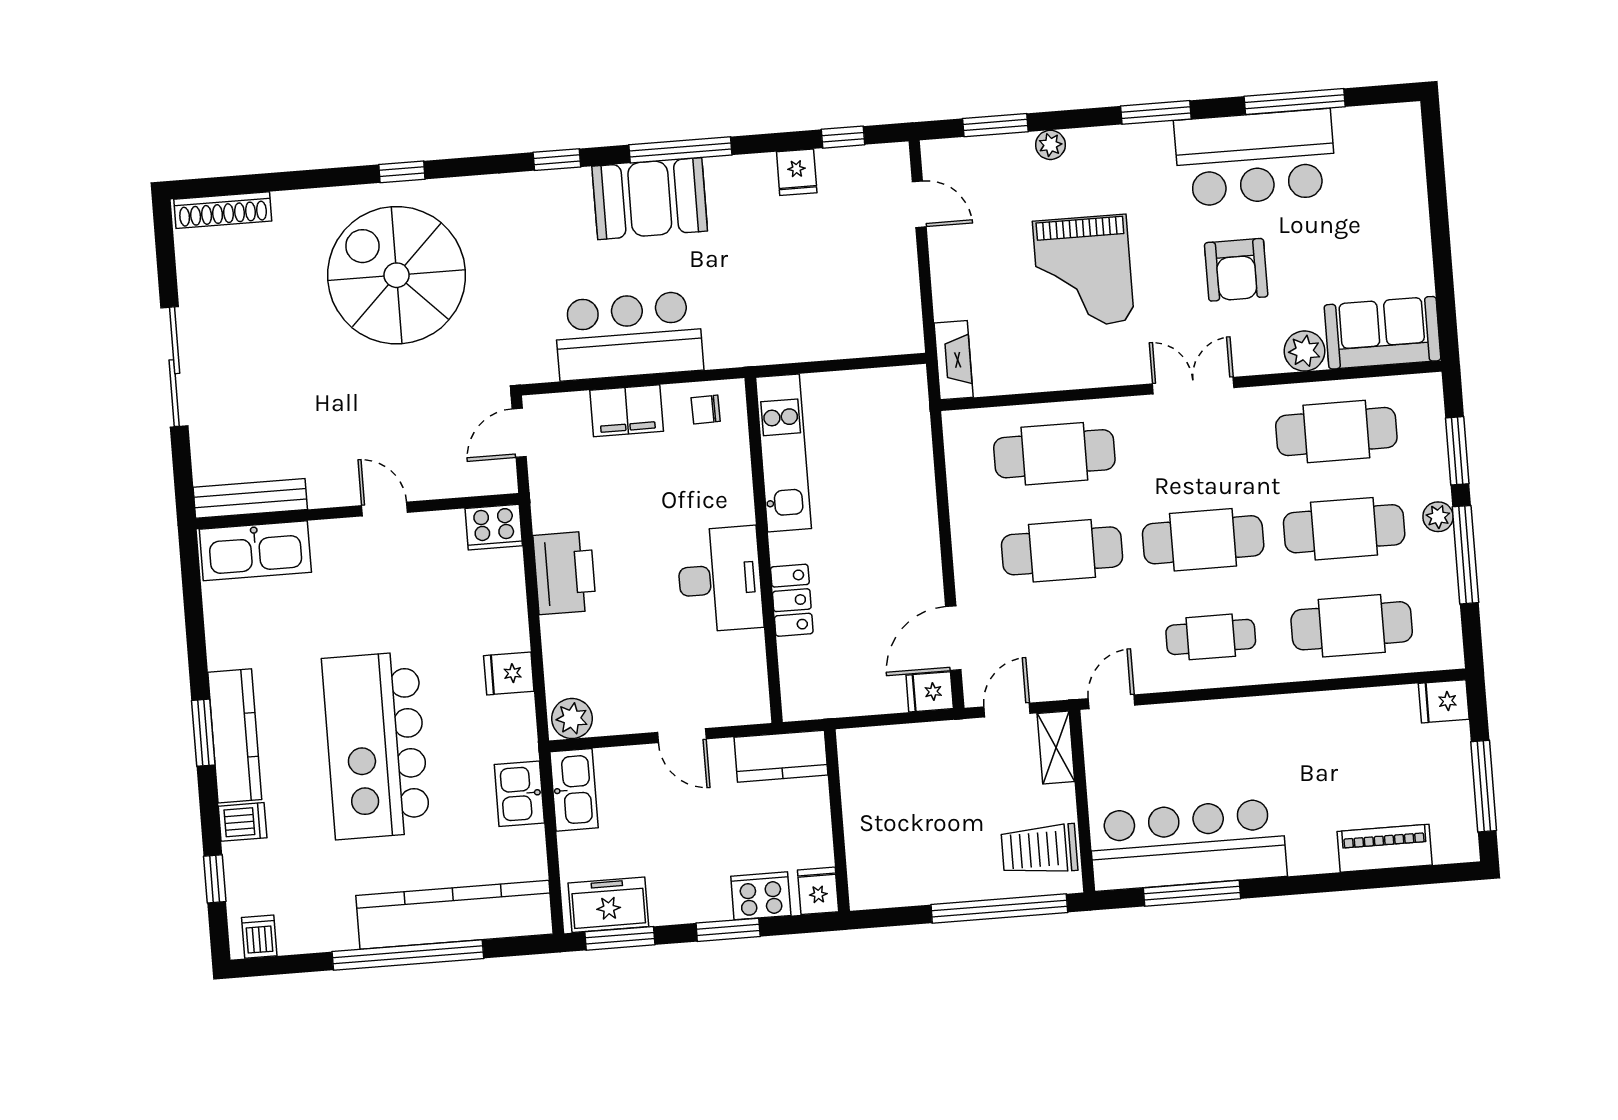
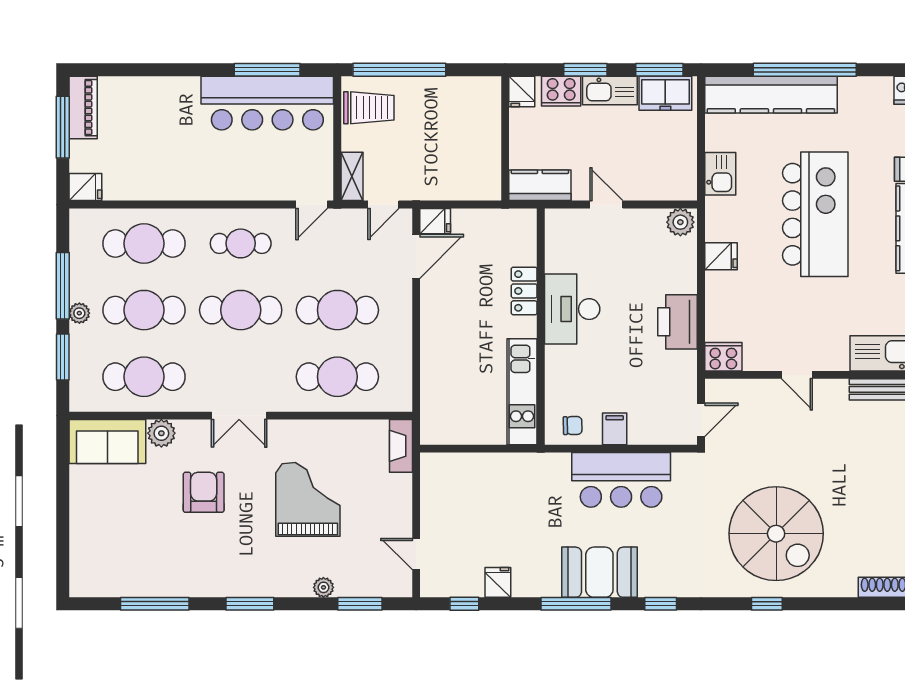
bar counter: (1255, 158) -> (185, 568), removed
filing cabinet: (627, 411) -> (615, 429), width x0.50
kitchen sink: (574, 790) -> (610, 91), moved, turned -90
piano: (1385, 848) -> (83, 108), moved, turned -90

